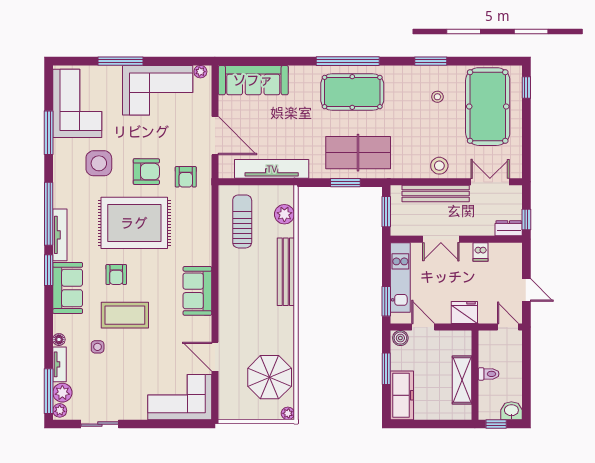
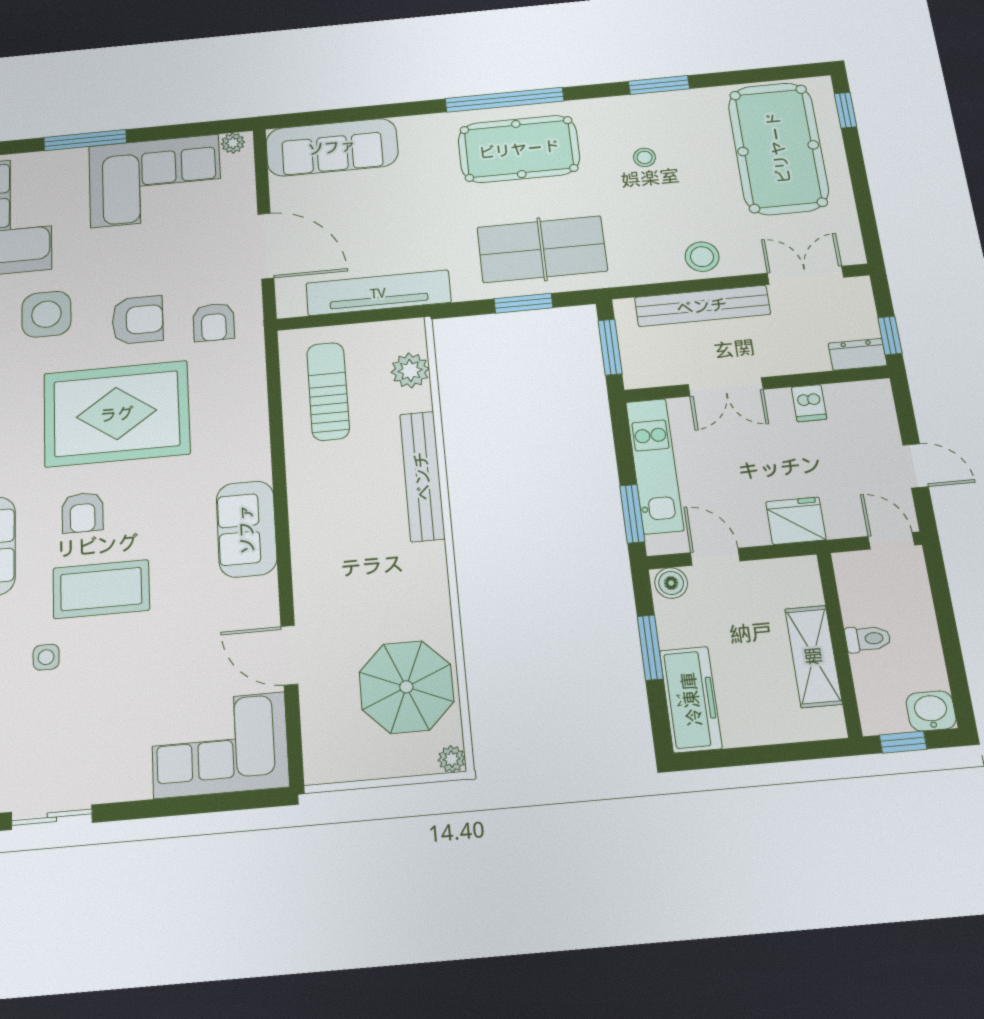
stool: (437, 97) -> (645, 157), moved

